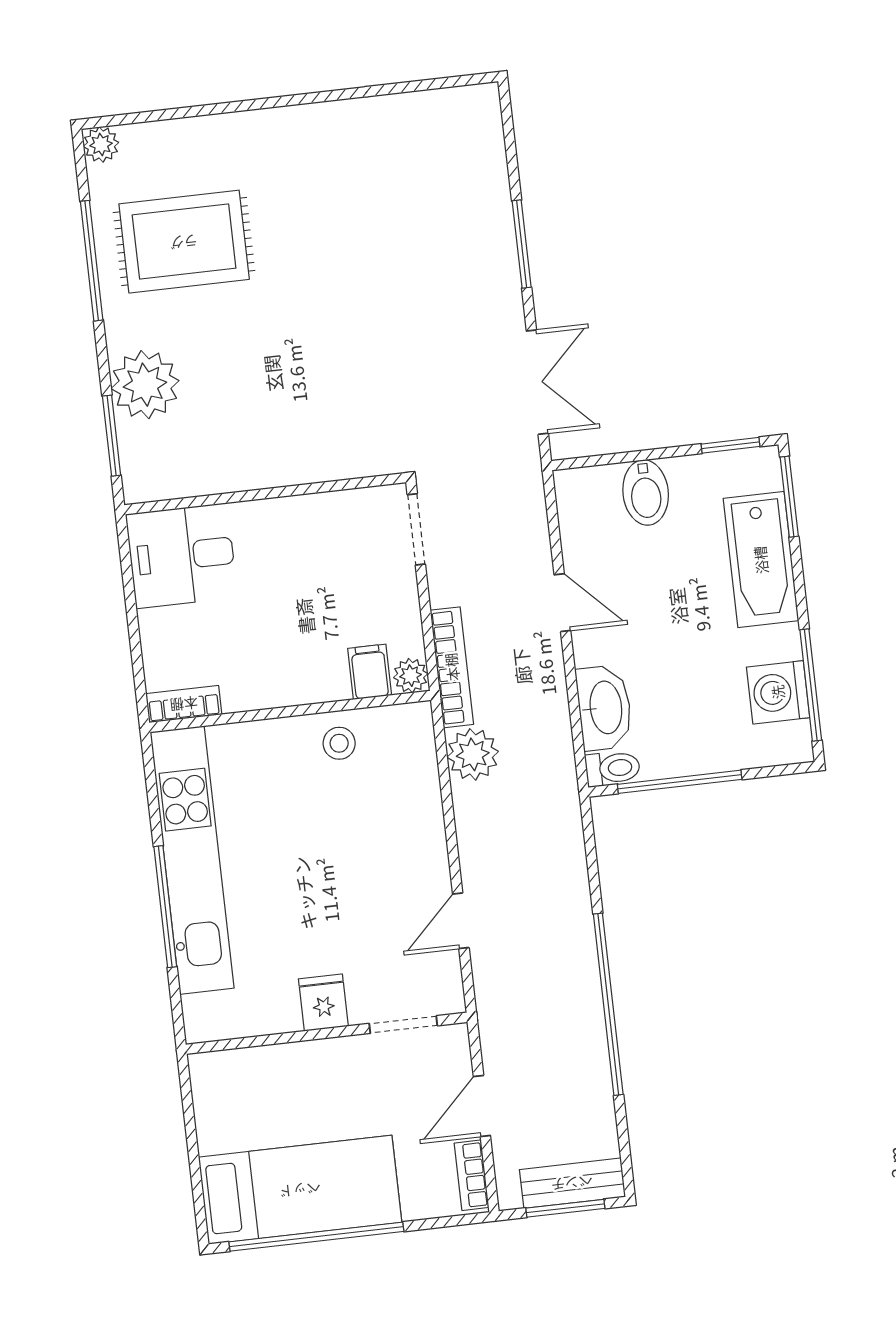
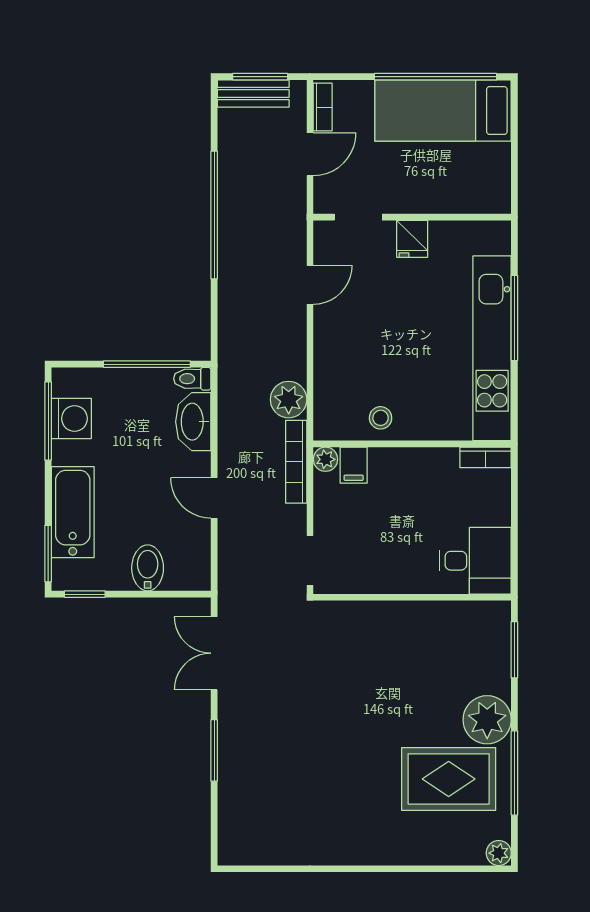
plant: (145, 385) -> (487, 720), moved

